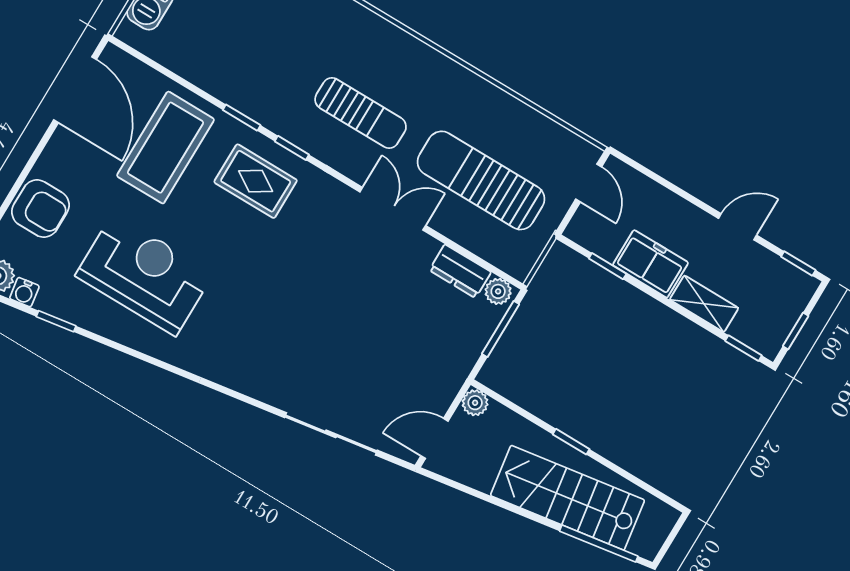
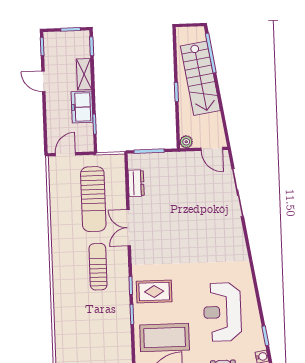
rug: (256, 181) -> (154, 291), turned 90
plant: (498, 291) -> (134, 162), removed

